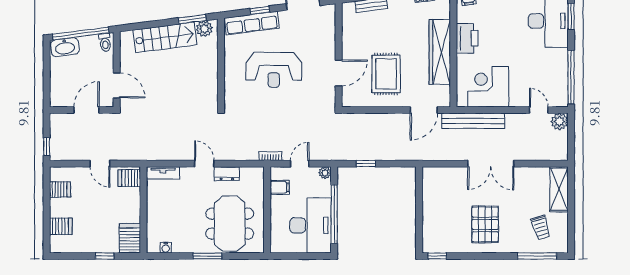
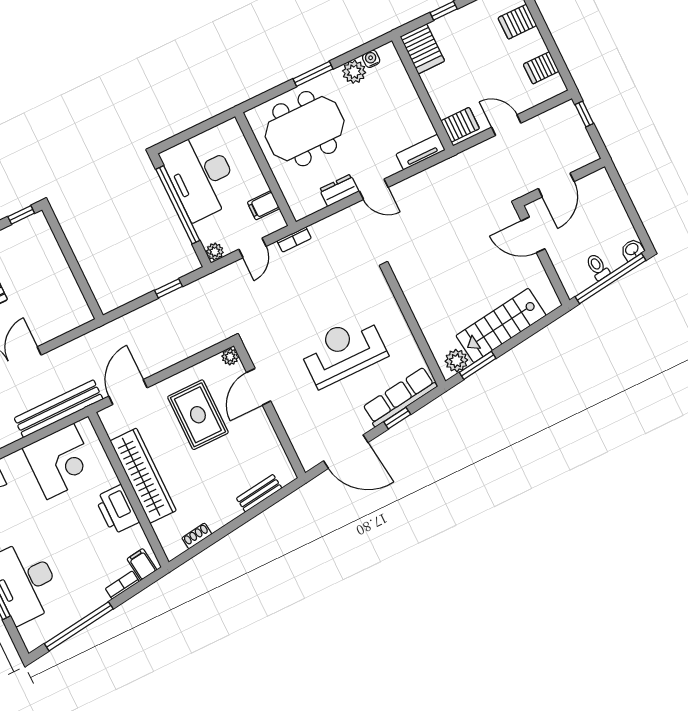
toilet: (105, 42) -> (598, 267), moved
washbasin: (65, 47) -> (632, 249), width x0.52, depth x0.69
plant: (348, 101) -> (230, 357), added
meeting table: (230, 224) -> (305, 129), turned 90
plant: (181, 245) -> (354, 72), added

